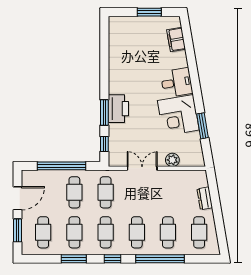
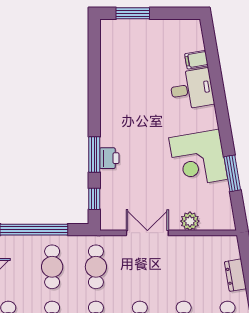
window: (149, 12) -> (133, 13), moved
filing cabinet: (176, 40) -> (196, 60), width x0.50
desk: (177, 83) -> (192, 89), moved
printer: (118, 109) -> (109, 158), width x0.53, depth x0.68

